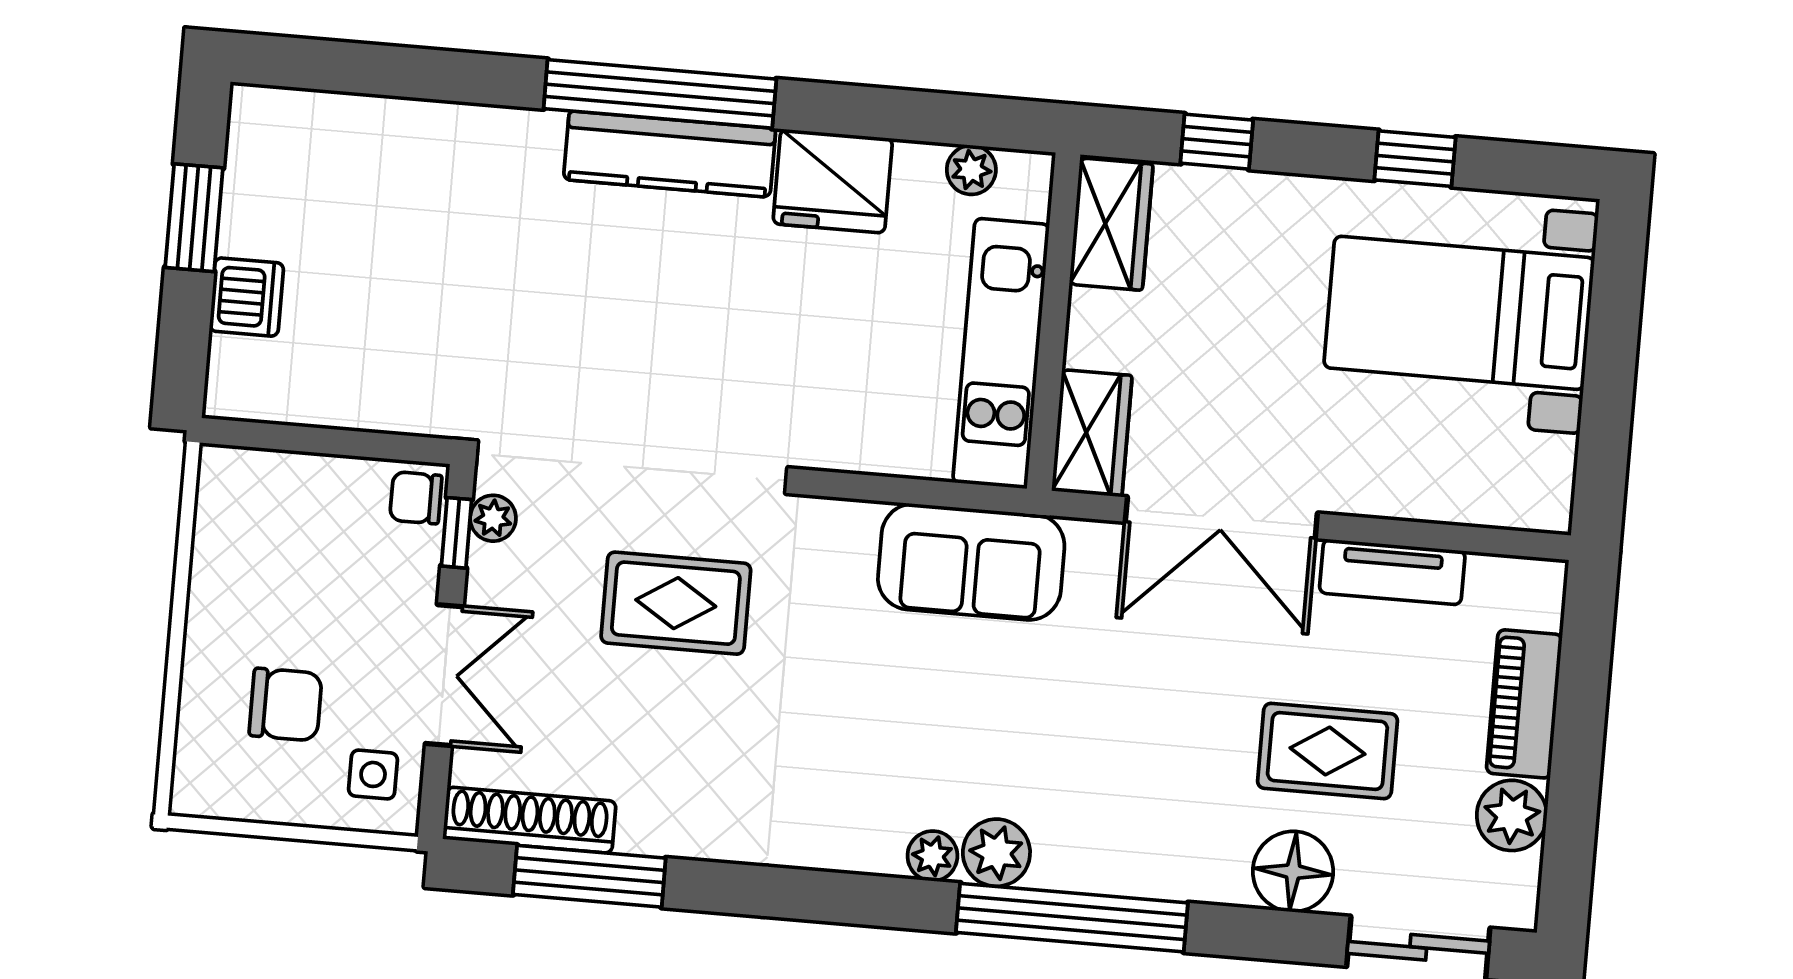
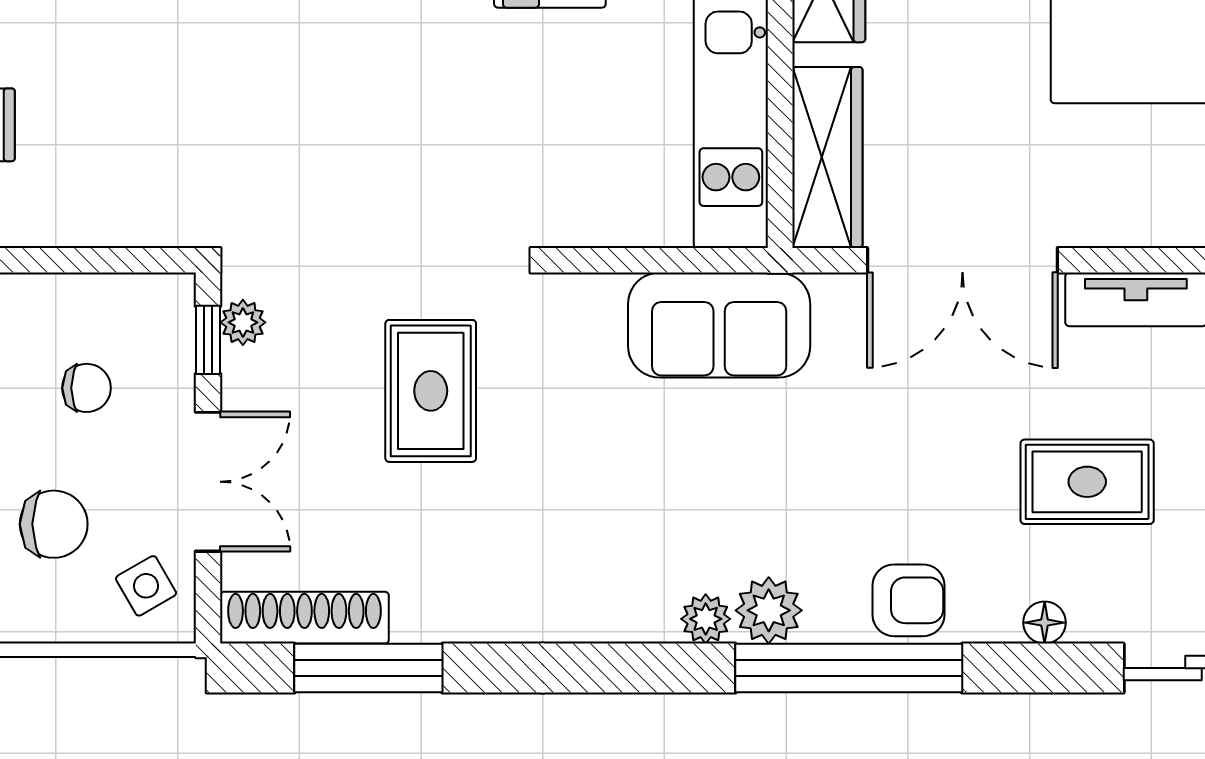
wardrobe: (1092, 433) -> (827, 157), width x1.50
chair: (416, 498) -> (87, 388), moved, turned 180
rug: (676, 603) -> (431, 391), turned 90
side table: (373, 774) -> (146, 586), turned -30
armchair: (1138, 855) -> (909, 600), added
floor lamp: (1293, 872) -> (1045, 623), width x0.53, depth x0.53

